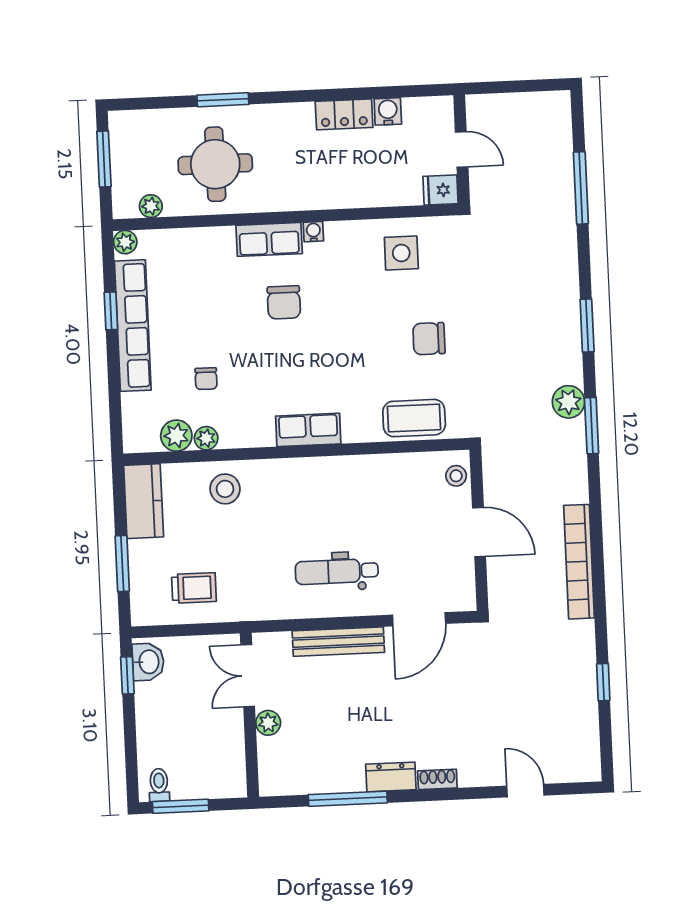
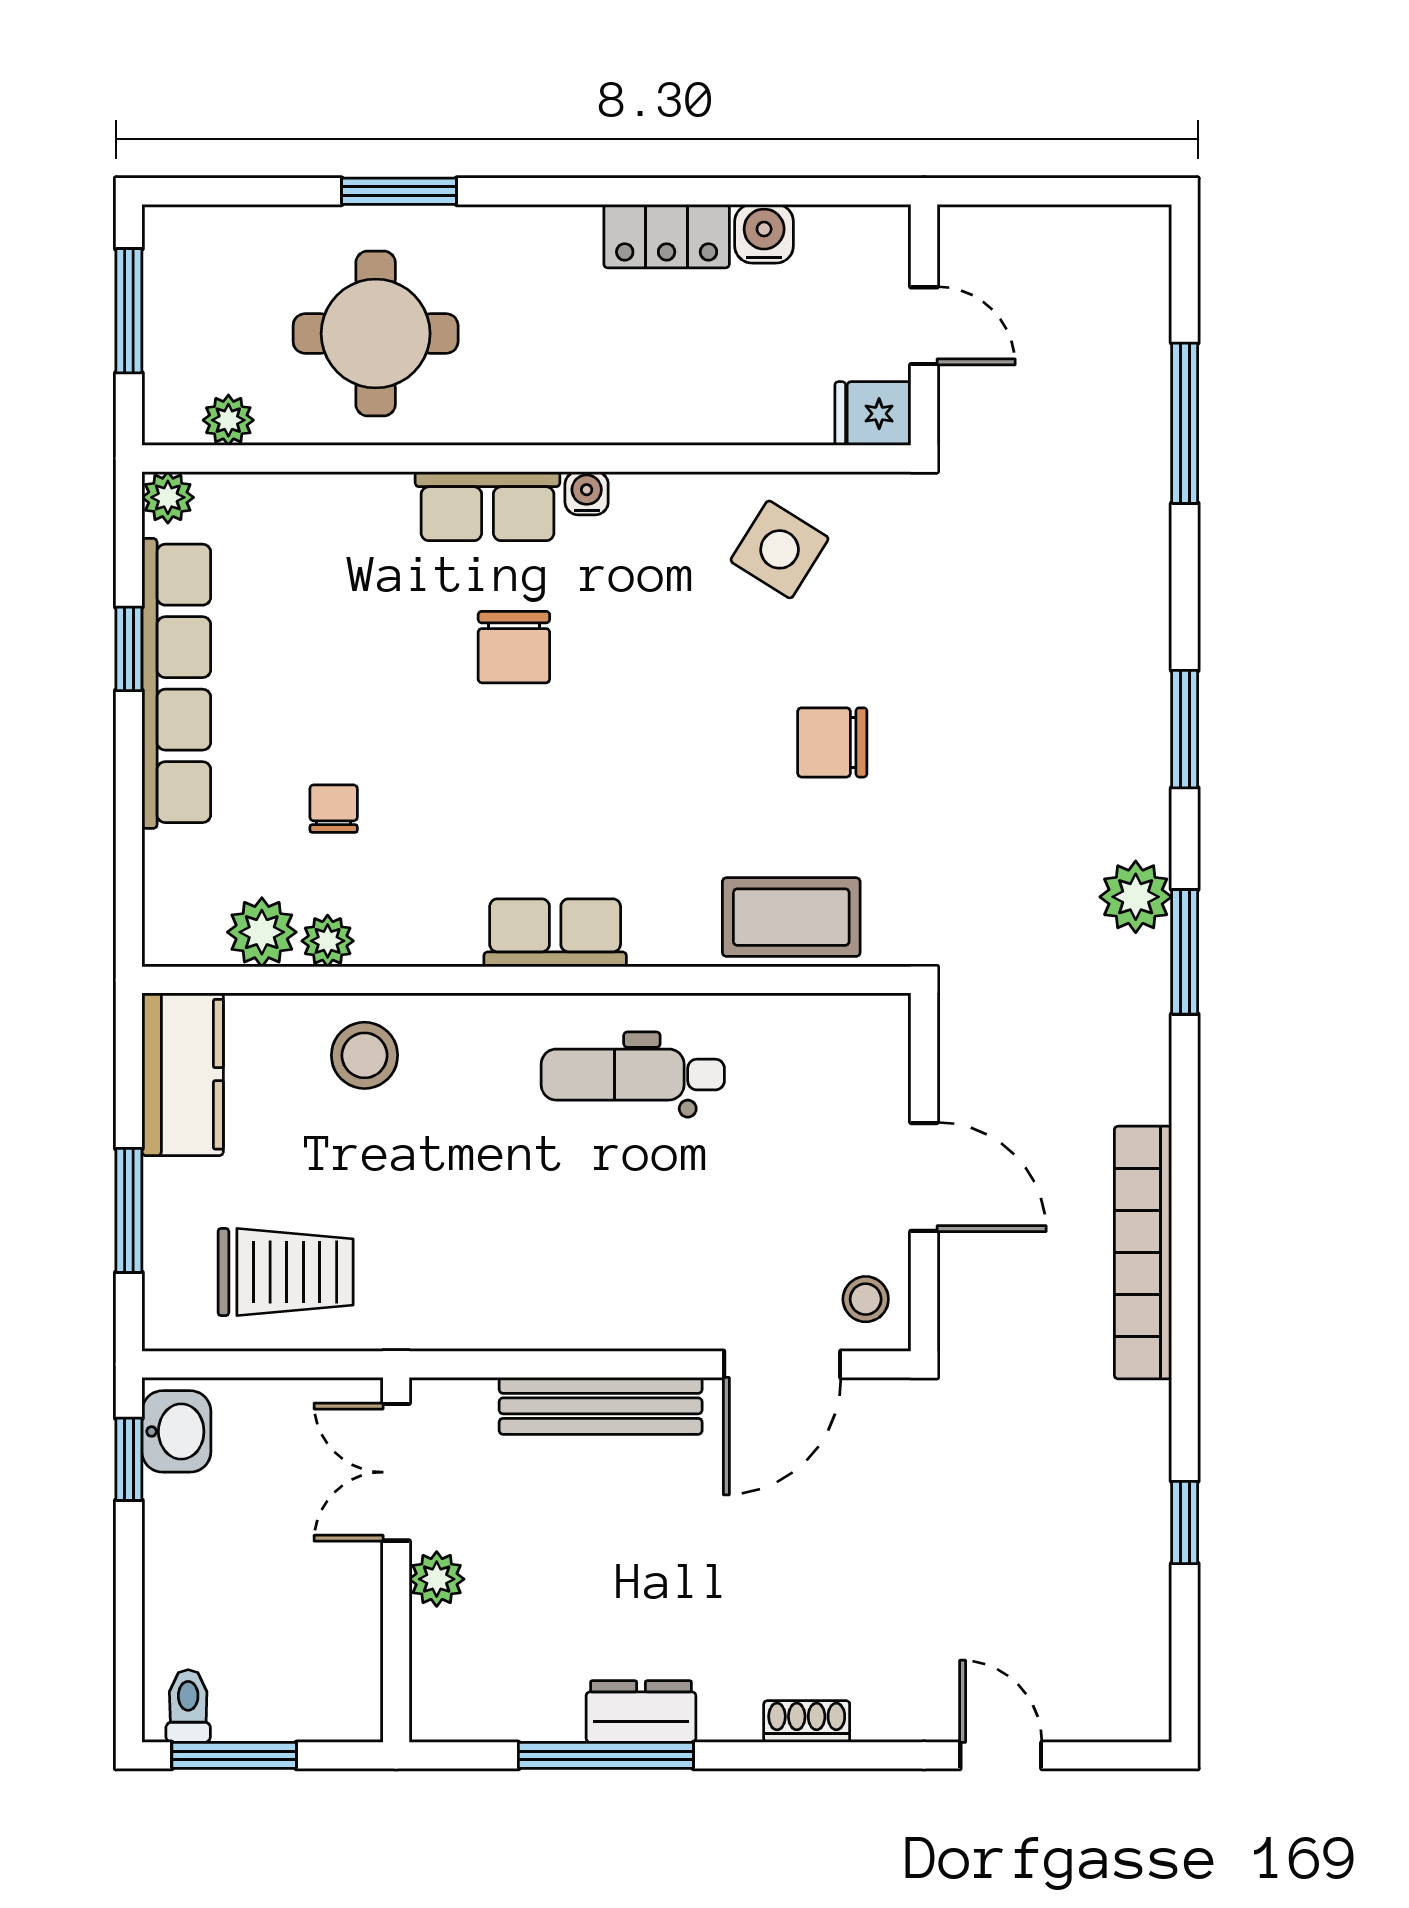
side table: (401, 253) -> (780, 549), turned 32
chair: (206, 379) -> (334, 809), turned 180
stool: (456, 476) -> (866, 1299), moved
dental chair: (337, 571) -> (633, 1075), moved
trolley: (194, 588) -> (286, 1272), width x1.36, depth x1.39
dresser: (391, 777) -> (641, 1712), moved

